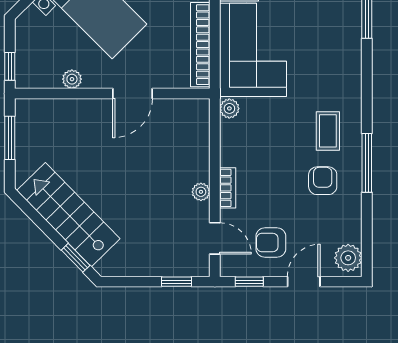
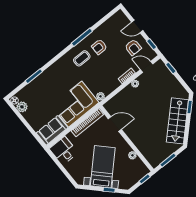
door: (133, 94) -> (115, 124), moved
door: (215, 238) -> (147, 67), hinge flipped
plant: (348, 258) -> (118, 18), removed

